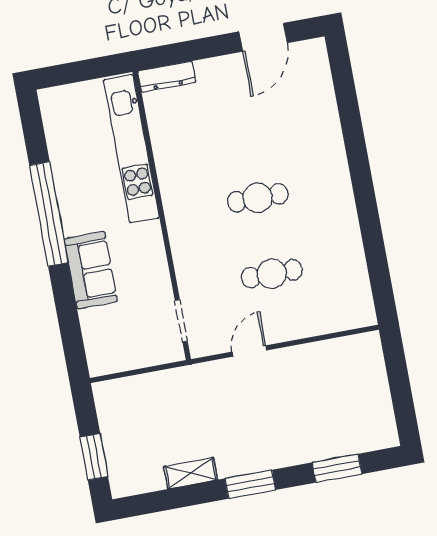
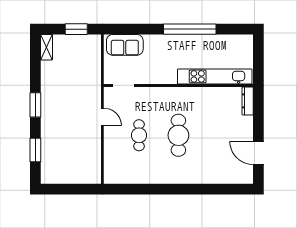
cafe table: (258, 198) -> (178, 135), width x1.37, depth x1.35
sofa: (91, 270) -> (125, 45), moved
window: (94, 457) -> (76, 29), moved
shelving: (191, 473) -> (47, 47), moved

